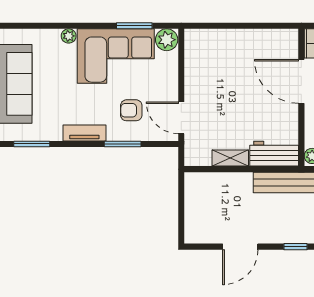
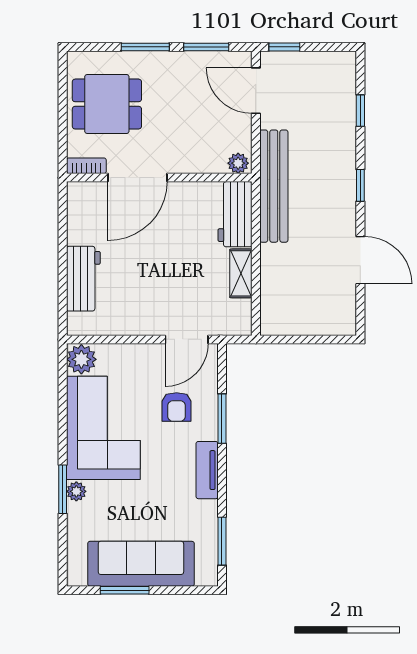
window: (134, 26) -> (63, 489), moved
workbench: (226, 41) -> (83, 279), added

